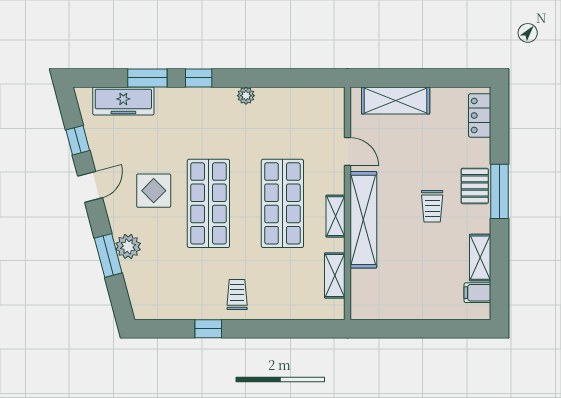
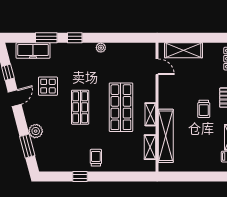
door: (348, 152) -> (157, 67), moved
display table: (154, 191) -> (48, 86), moved
shop shelf: (208, 203) -> (80, 107), width x0.70, depth x0.74
shelving: (363, 220) -> (166, 136), moved
window: (108, 256) -> (27, 146), moved

